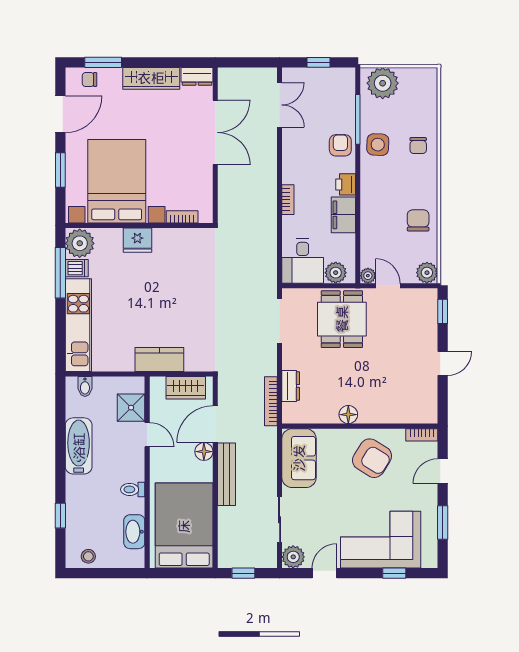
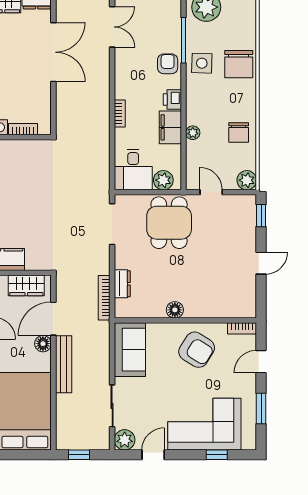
chair: (418, 146) -> (239, 64), width x1.87, depth x1.87
chair: (418, 220) -> (239, 133), turned 180
plant: (368, 276) -> (193, 133), moved

